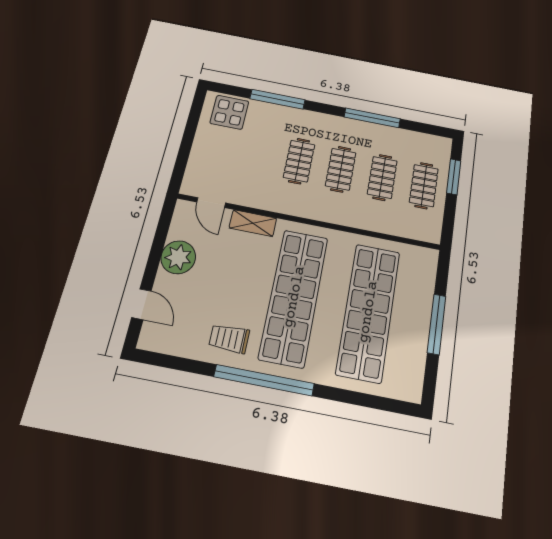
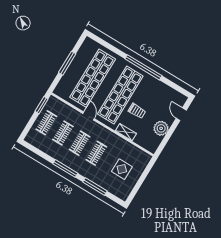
display table: (229, 112) -> (122, 169), moved
window: (372, 118) -> (65, 168), moved
window: (454, 177) -> (42, 105), moved
door: (211, 202) -> (89, 116), moved
trolley: (229, 339) -> (137, 111), moved

